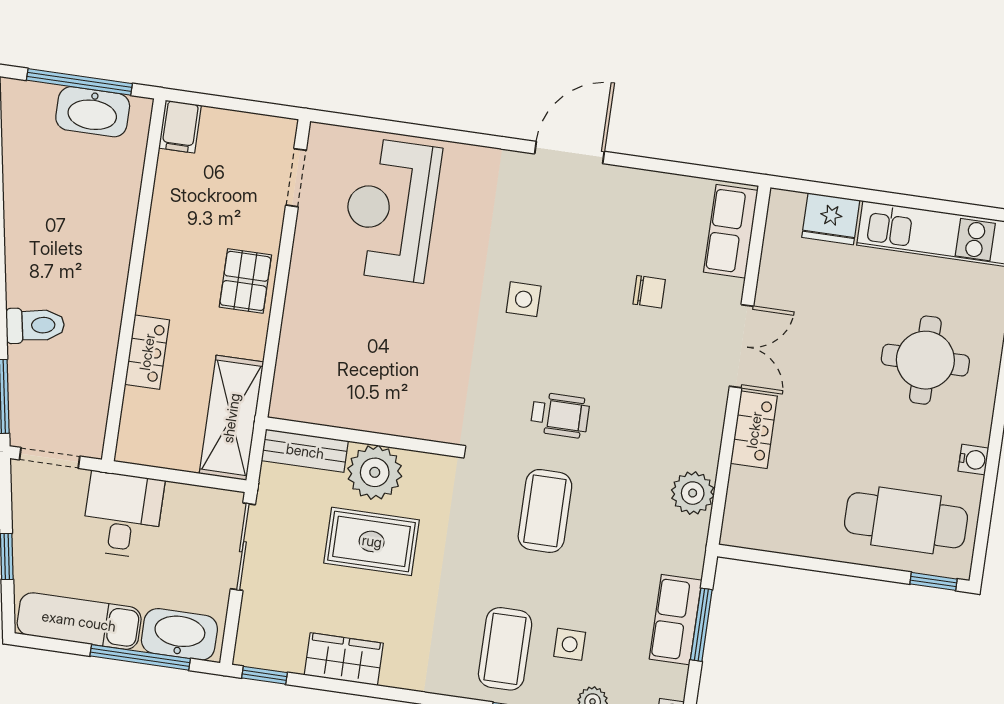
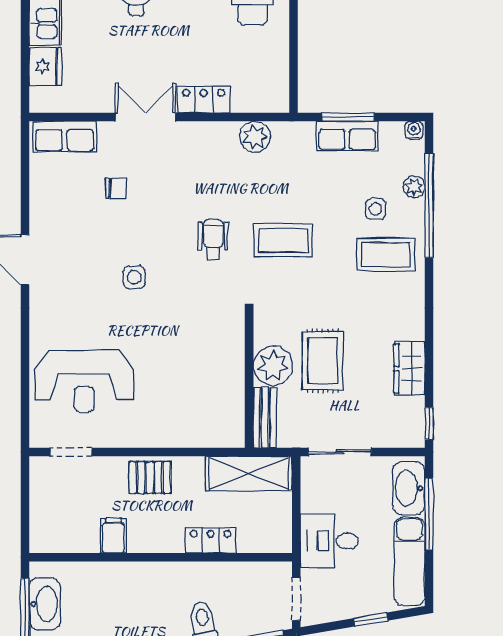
filing cabinet: (180, 127) -> (113, 536), moved, turned -90
chair: (649, 292) -> (116, 189), turned 90

